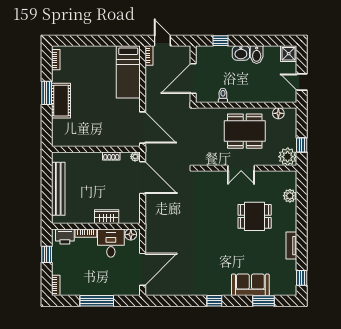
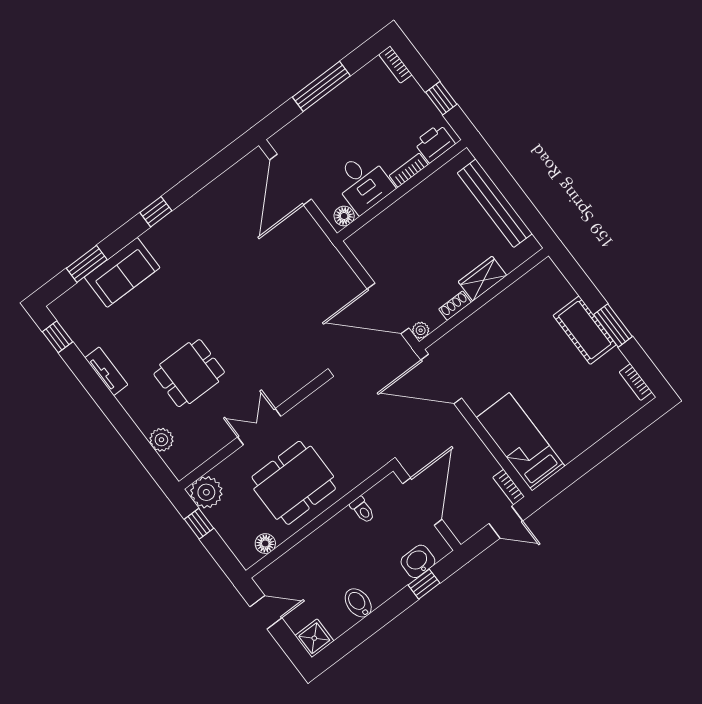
washbasin: (241, 53) -> (418, 561), moved
wardrobe: (107, 217) -> (482, 279), moved, turned 180

